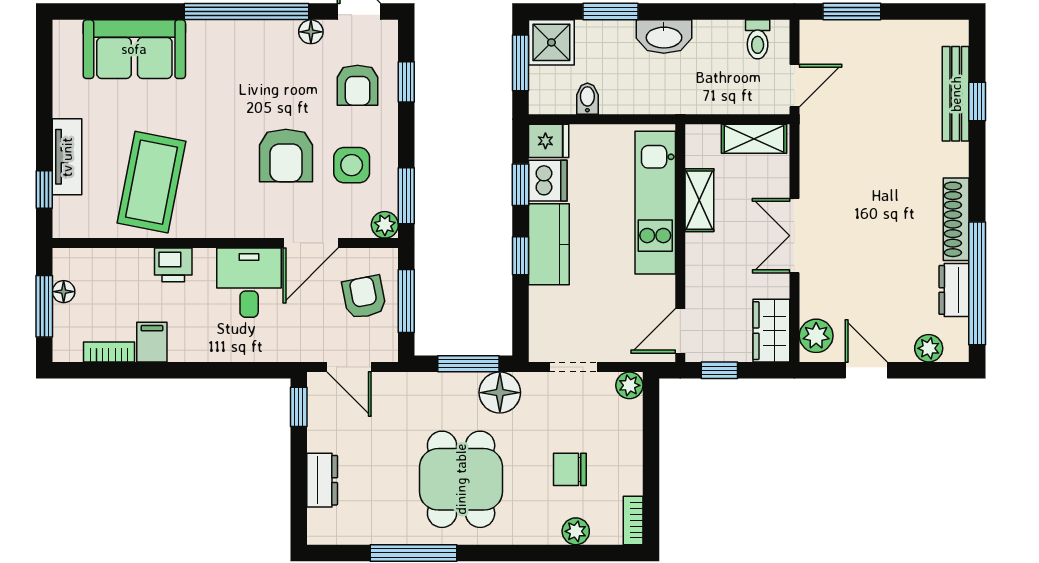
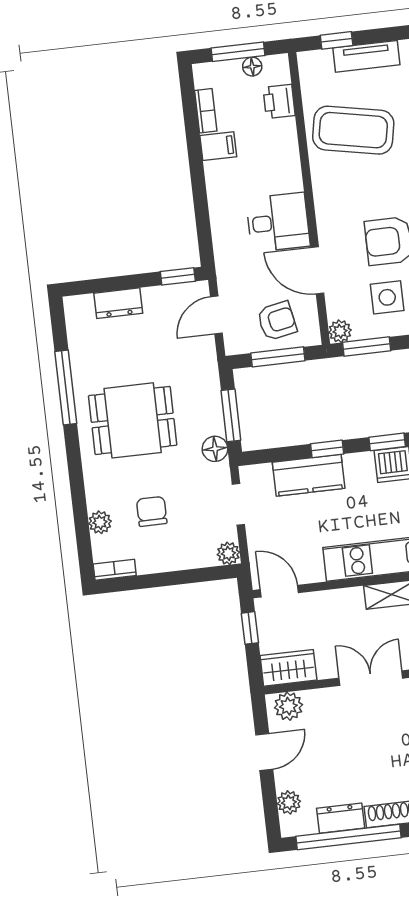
kitchen counter: (549, 244) -> (309, 475), moved
printer: (173, 265) -> (279, 101), moved
floor lamp: (500, 393) -> (215, 449), width x0.73, depth x0.73

